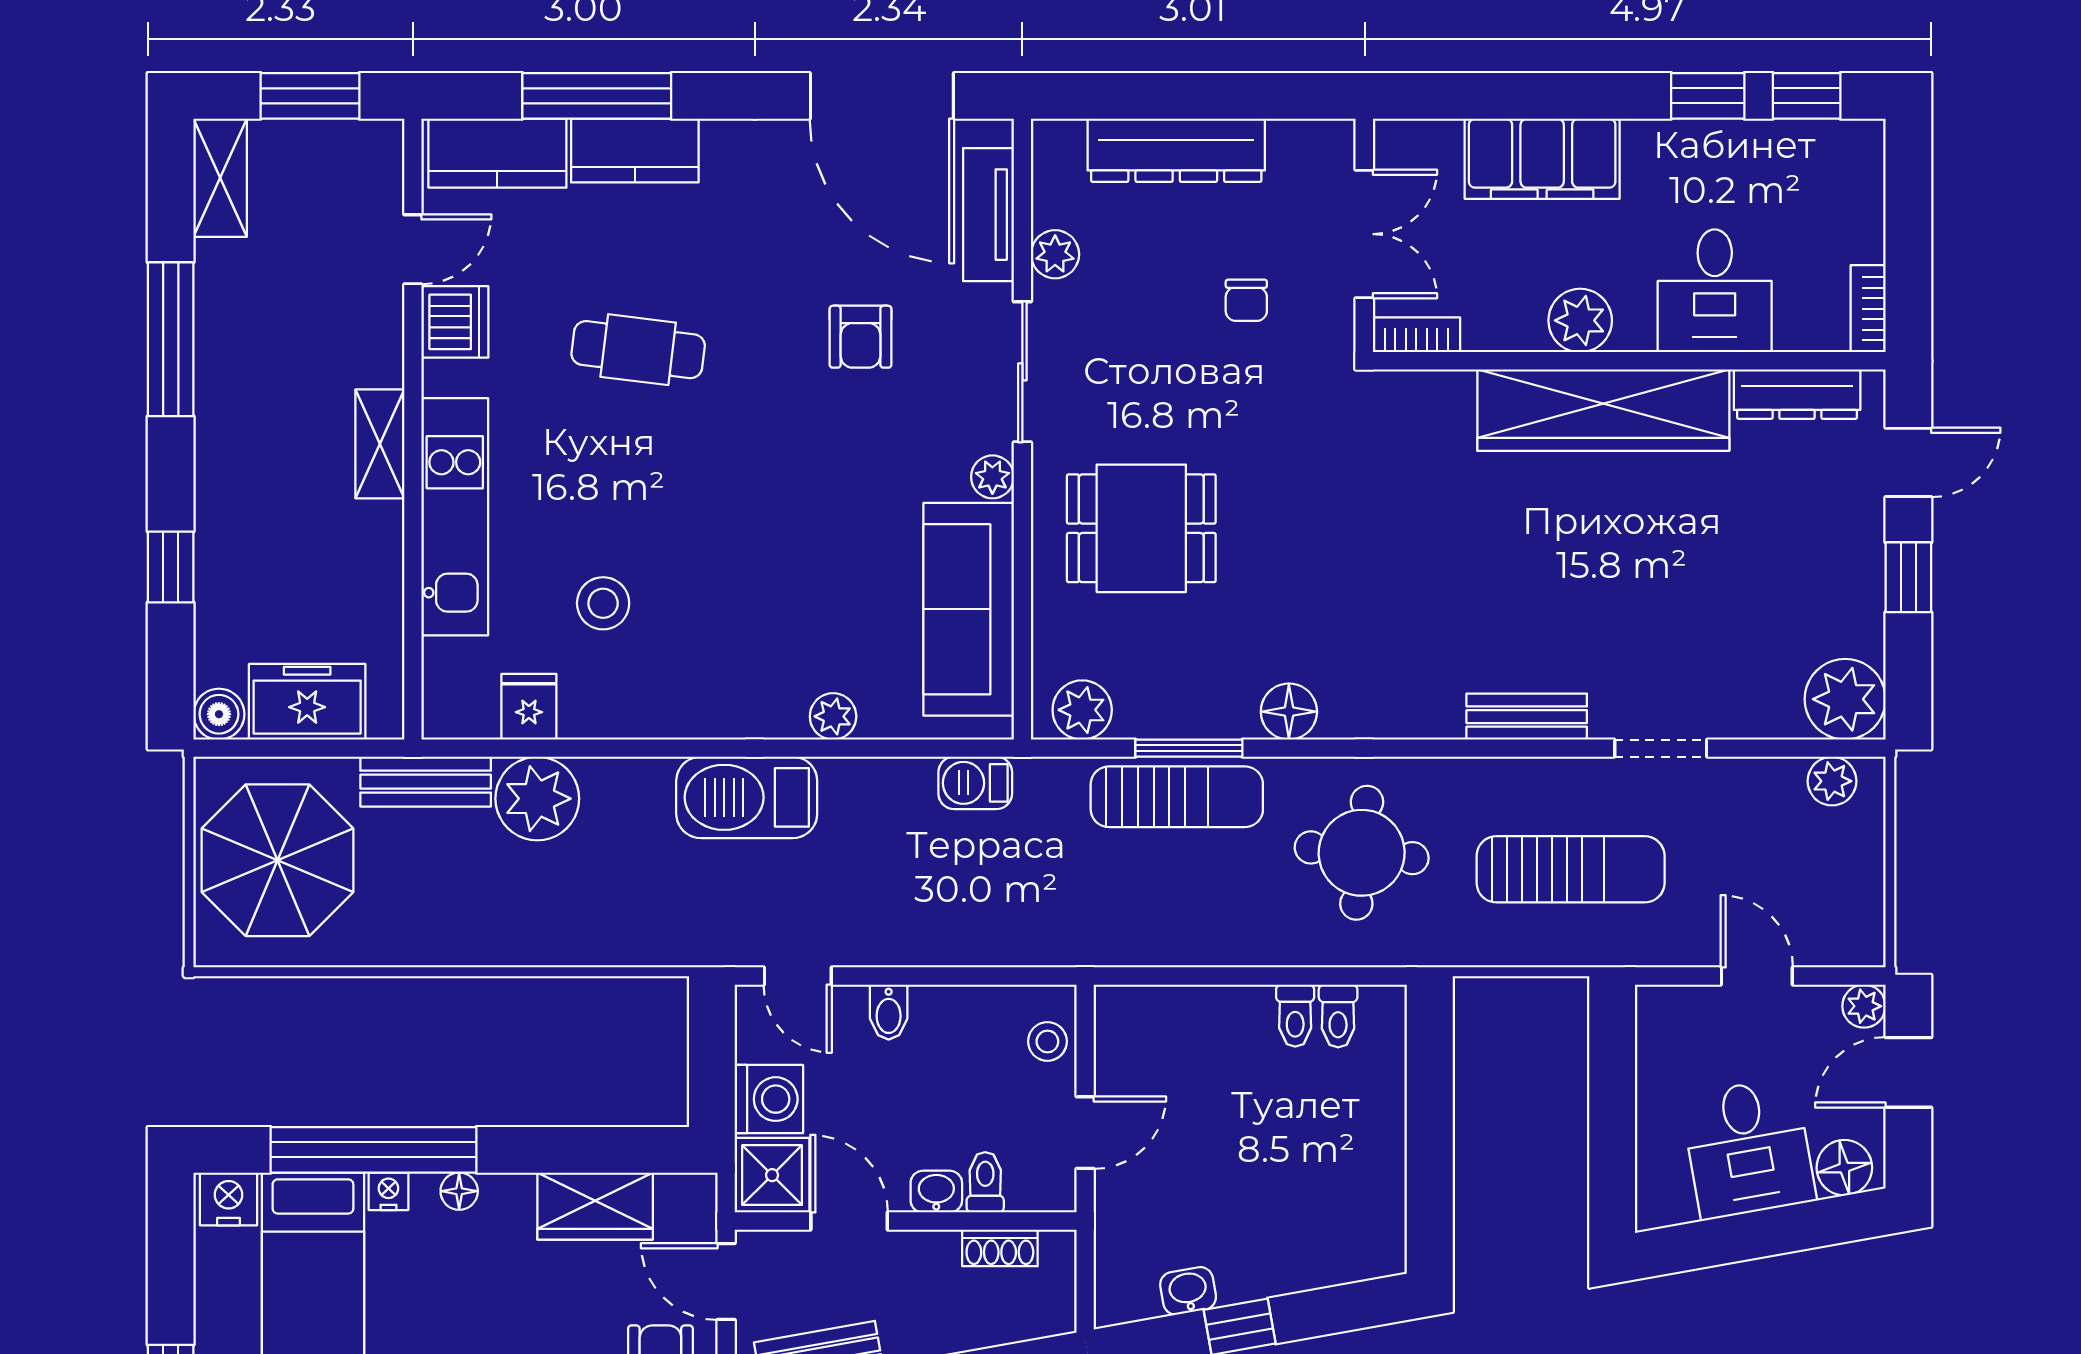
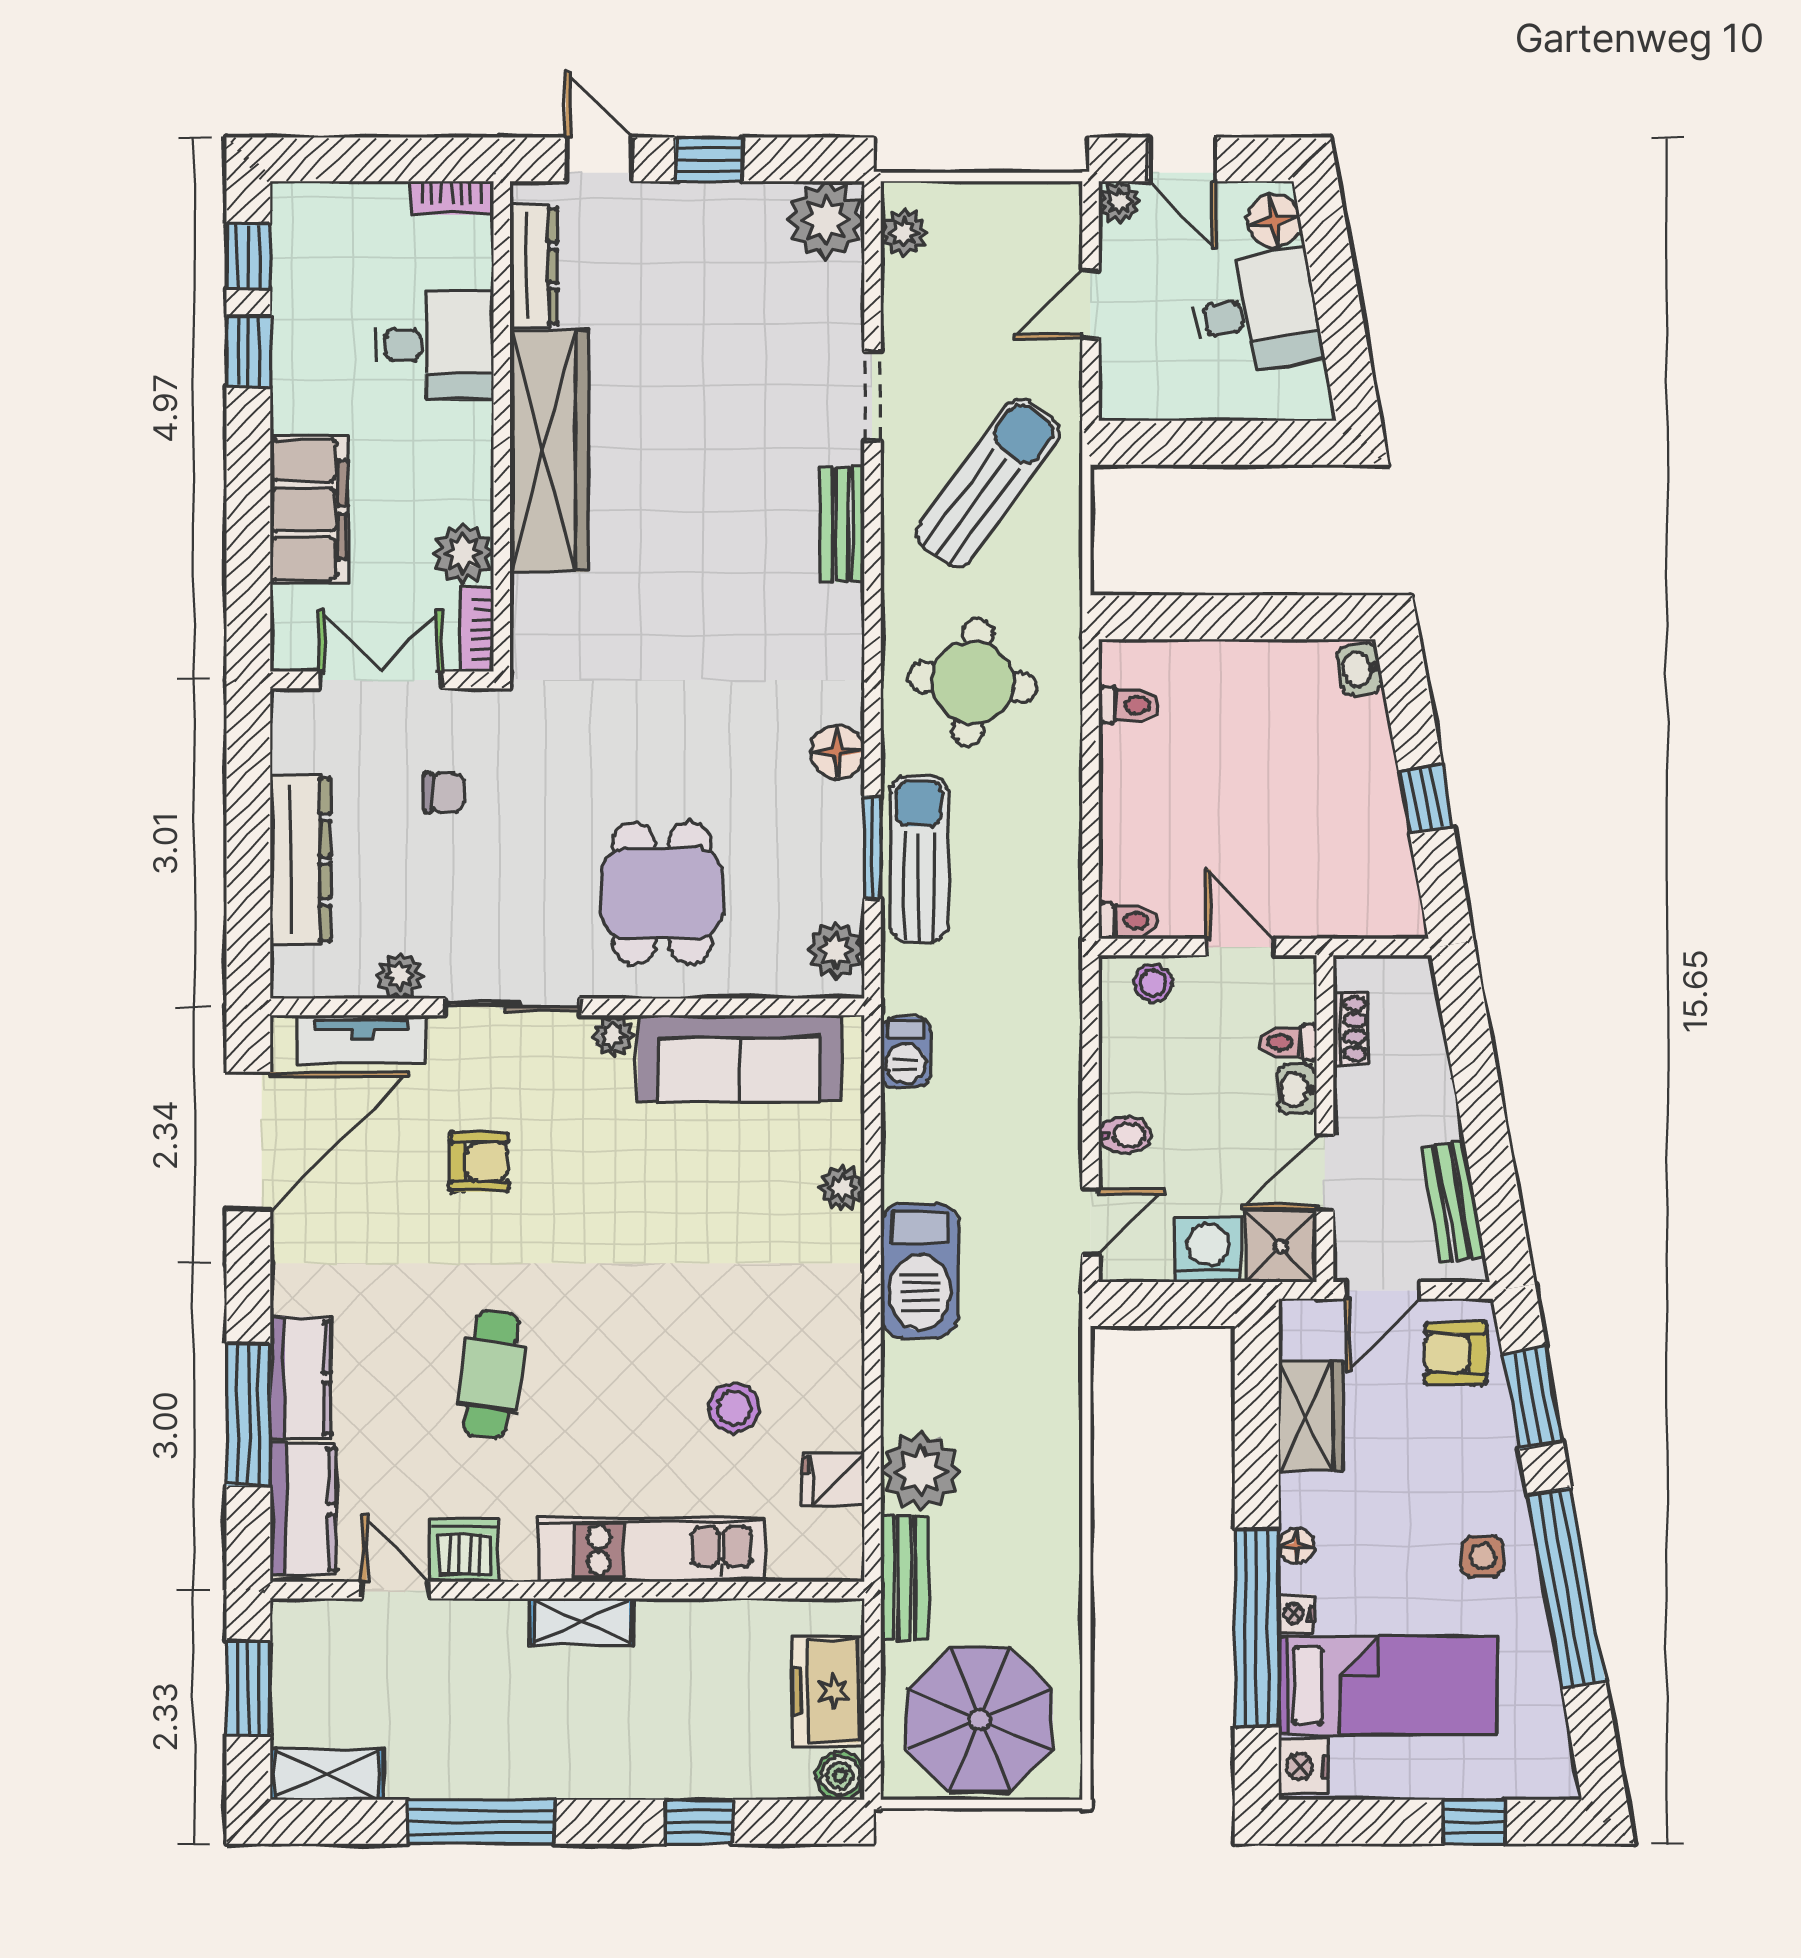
plant: (1580, 320) -> (463, 553), moved
sun lounger: (1571, 869) -> (988, 483), turned 36
toilet: (1295, 1016) -> (1128, 921), moved
washbasin: (1188, 1291) -> (1360, 669), moved

